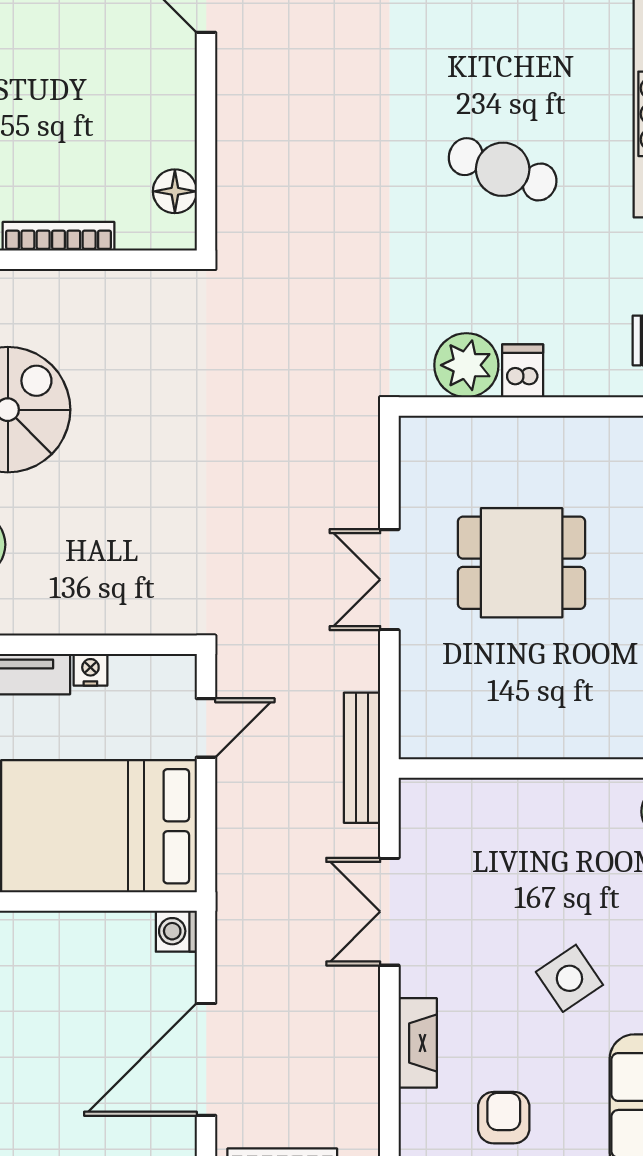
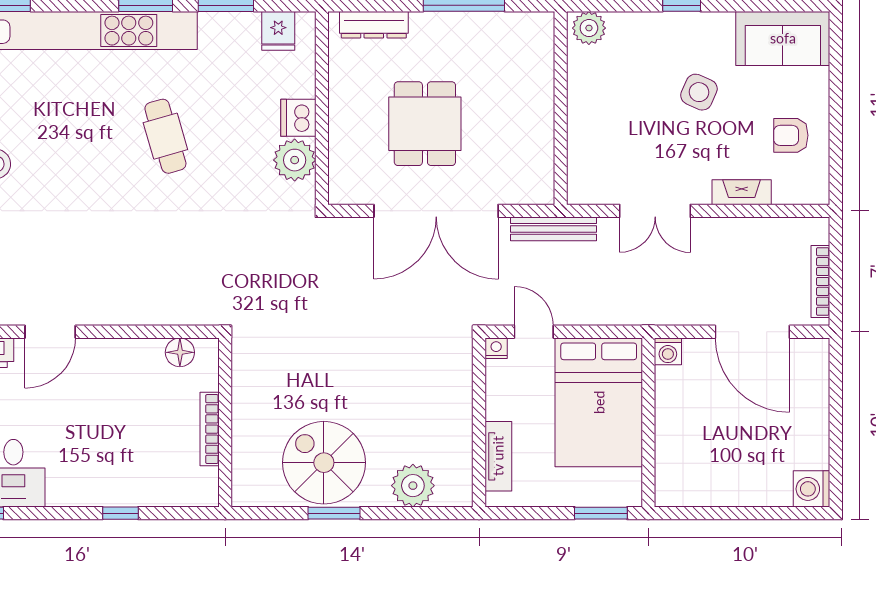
cafe table: (503, 169) -> (165, 136), turned -35
dishwasher: (523, 371) -> (298, 118), width x1.38
double door: (389, 580) -> (436, 211), width x1.87
nightstand: (90, 670) -> (496, 348), moved, turned 90
side table: (569, 978) -> (699, 92), turned -32

